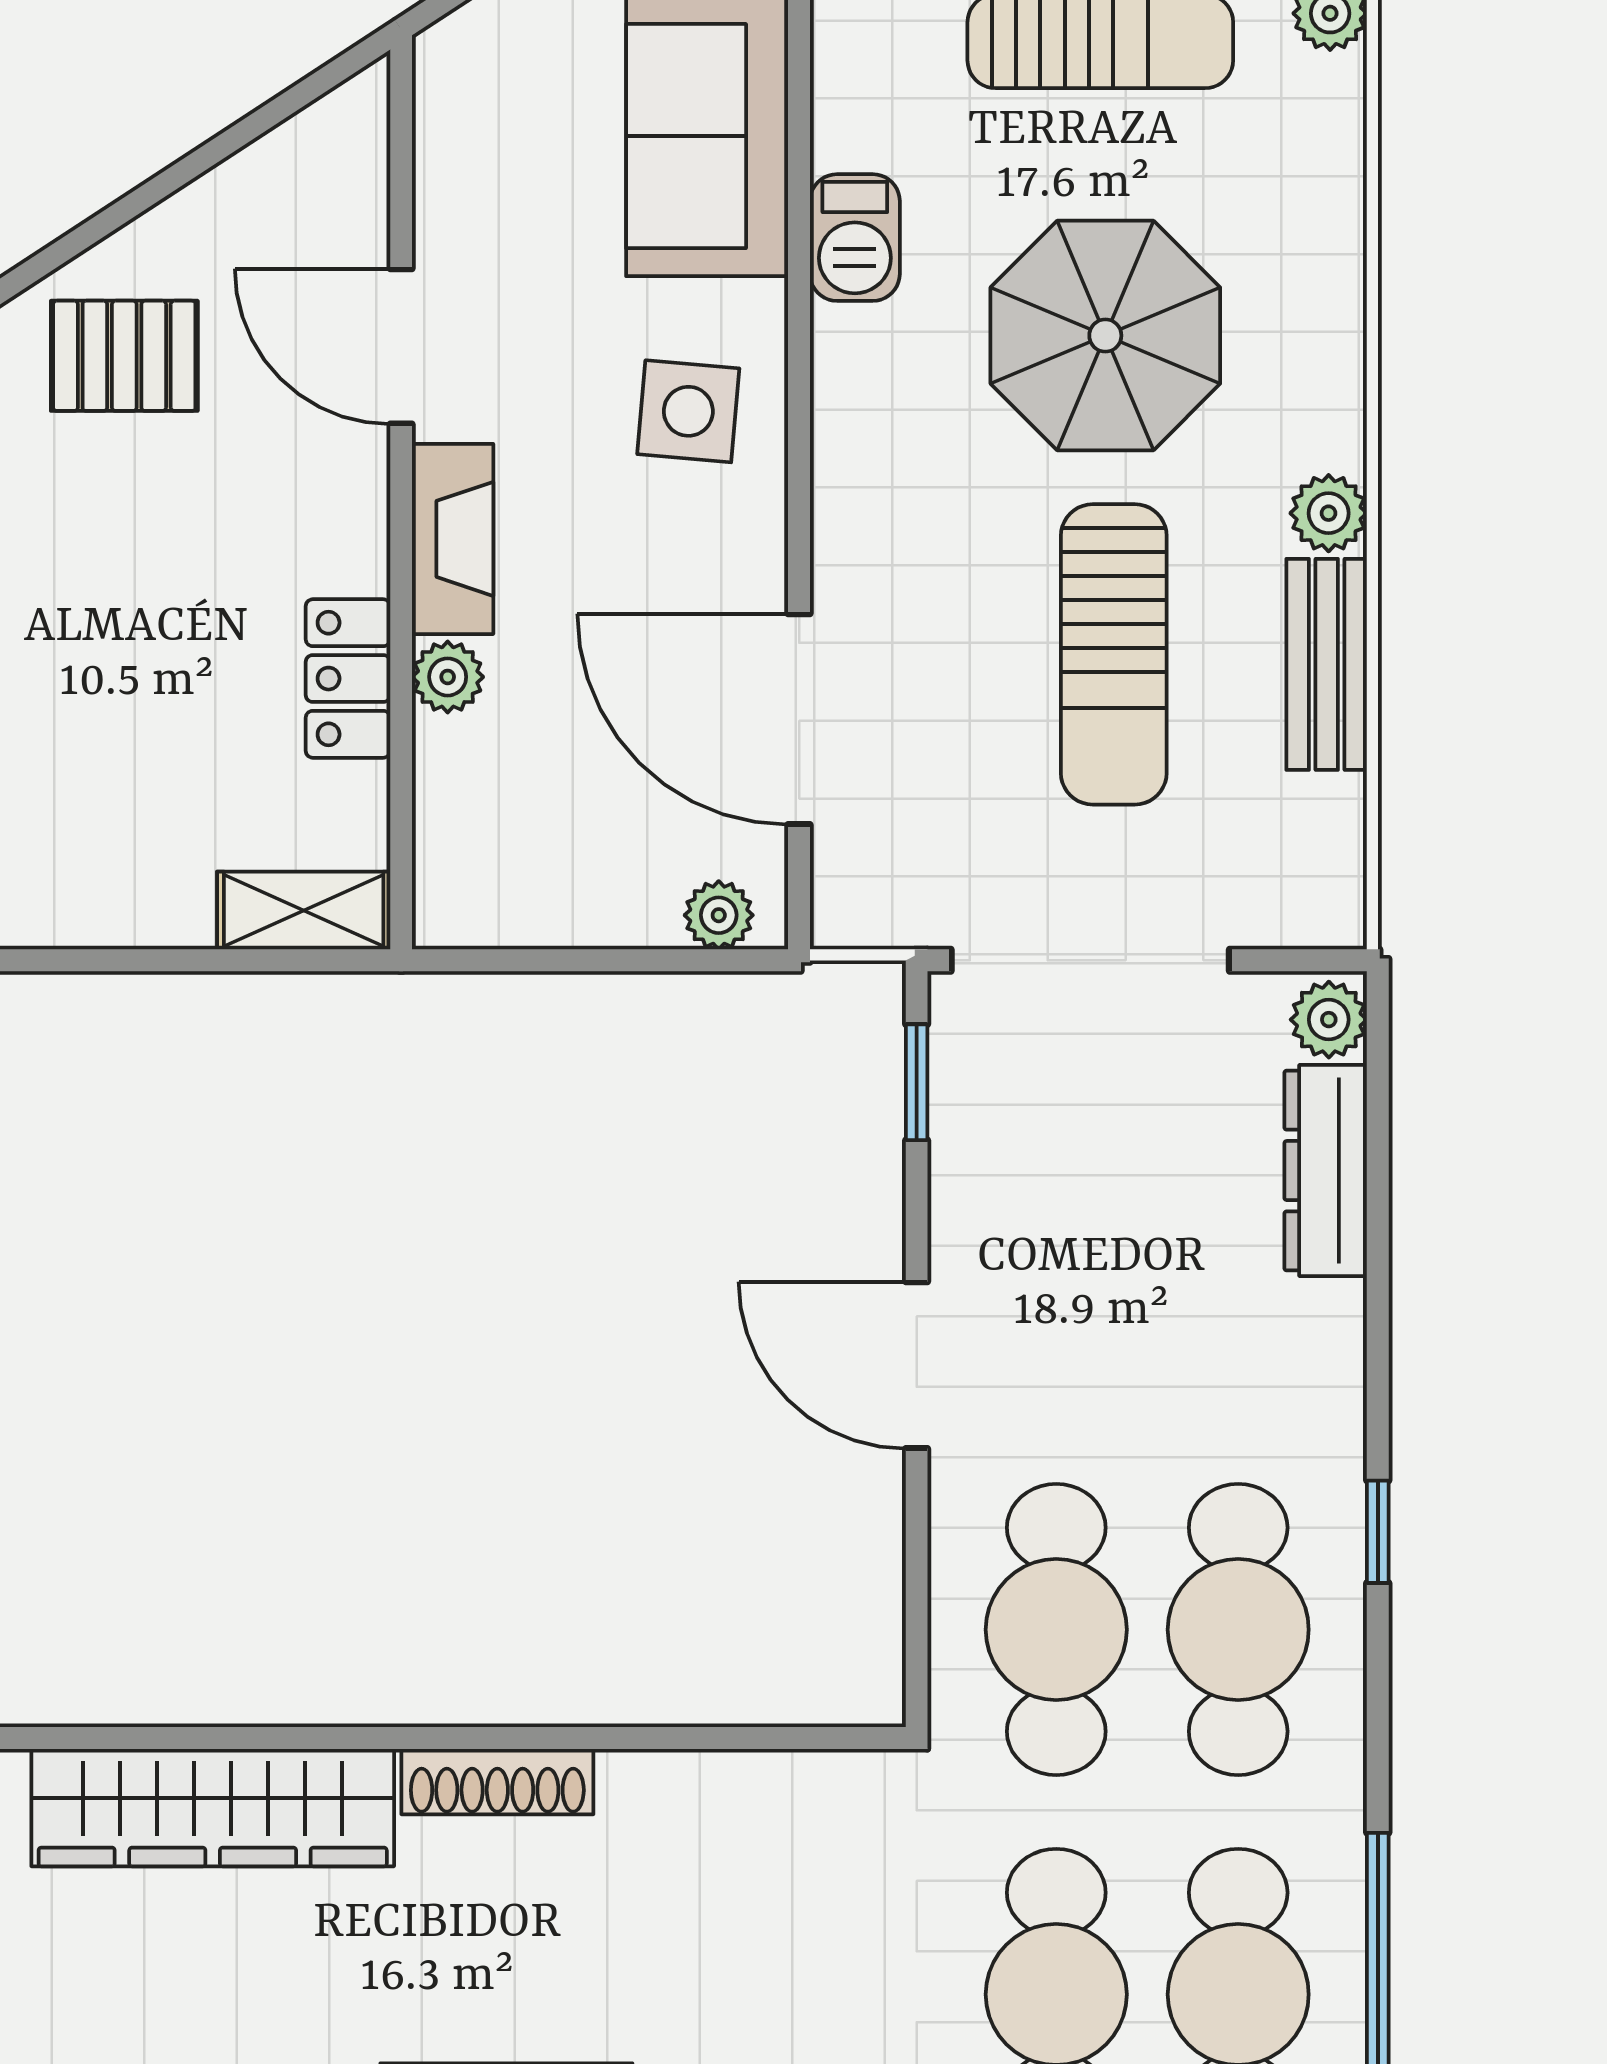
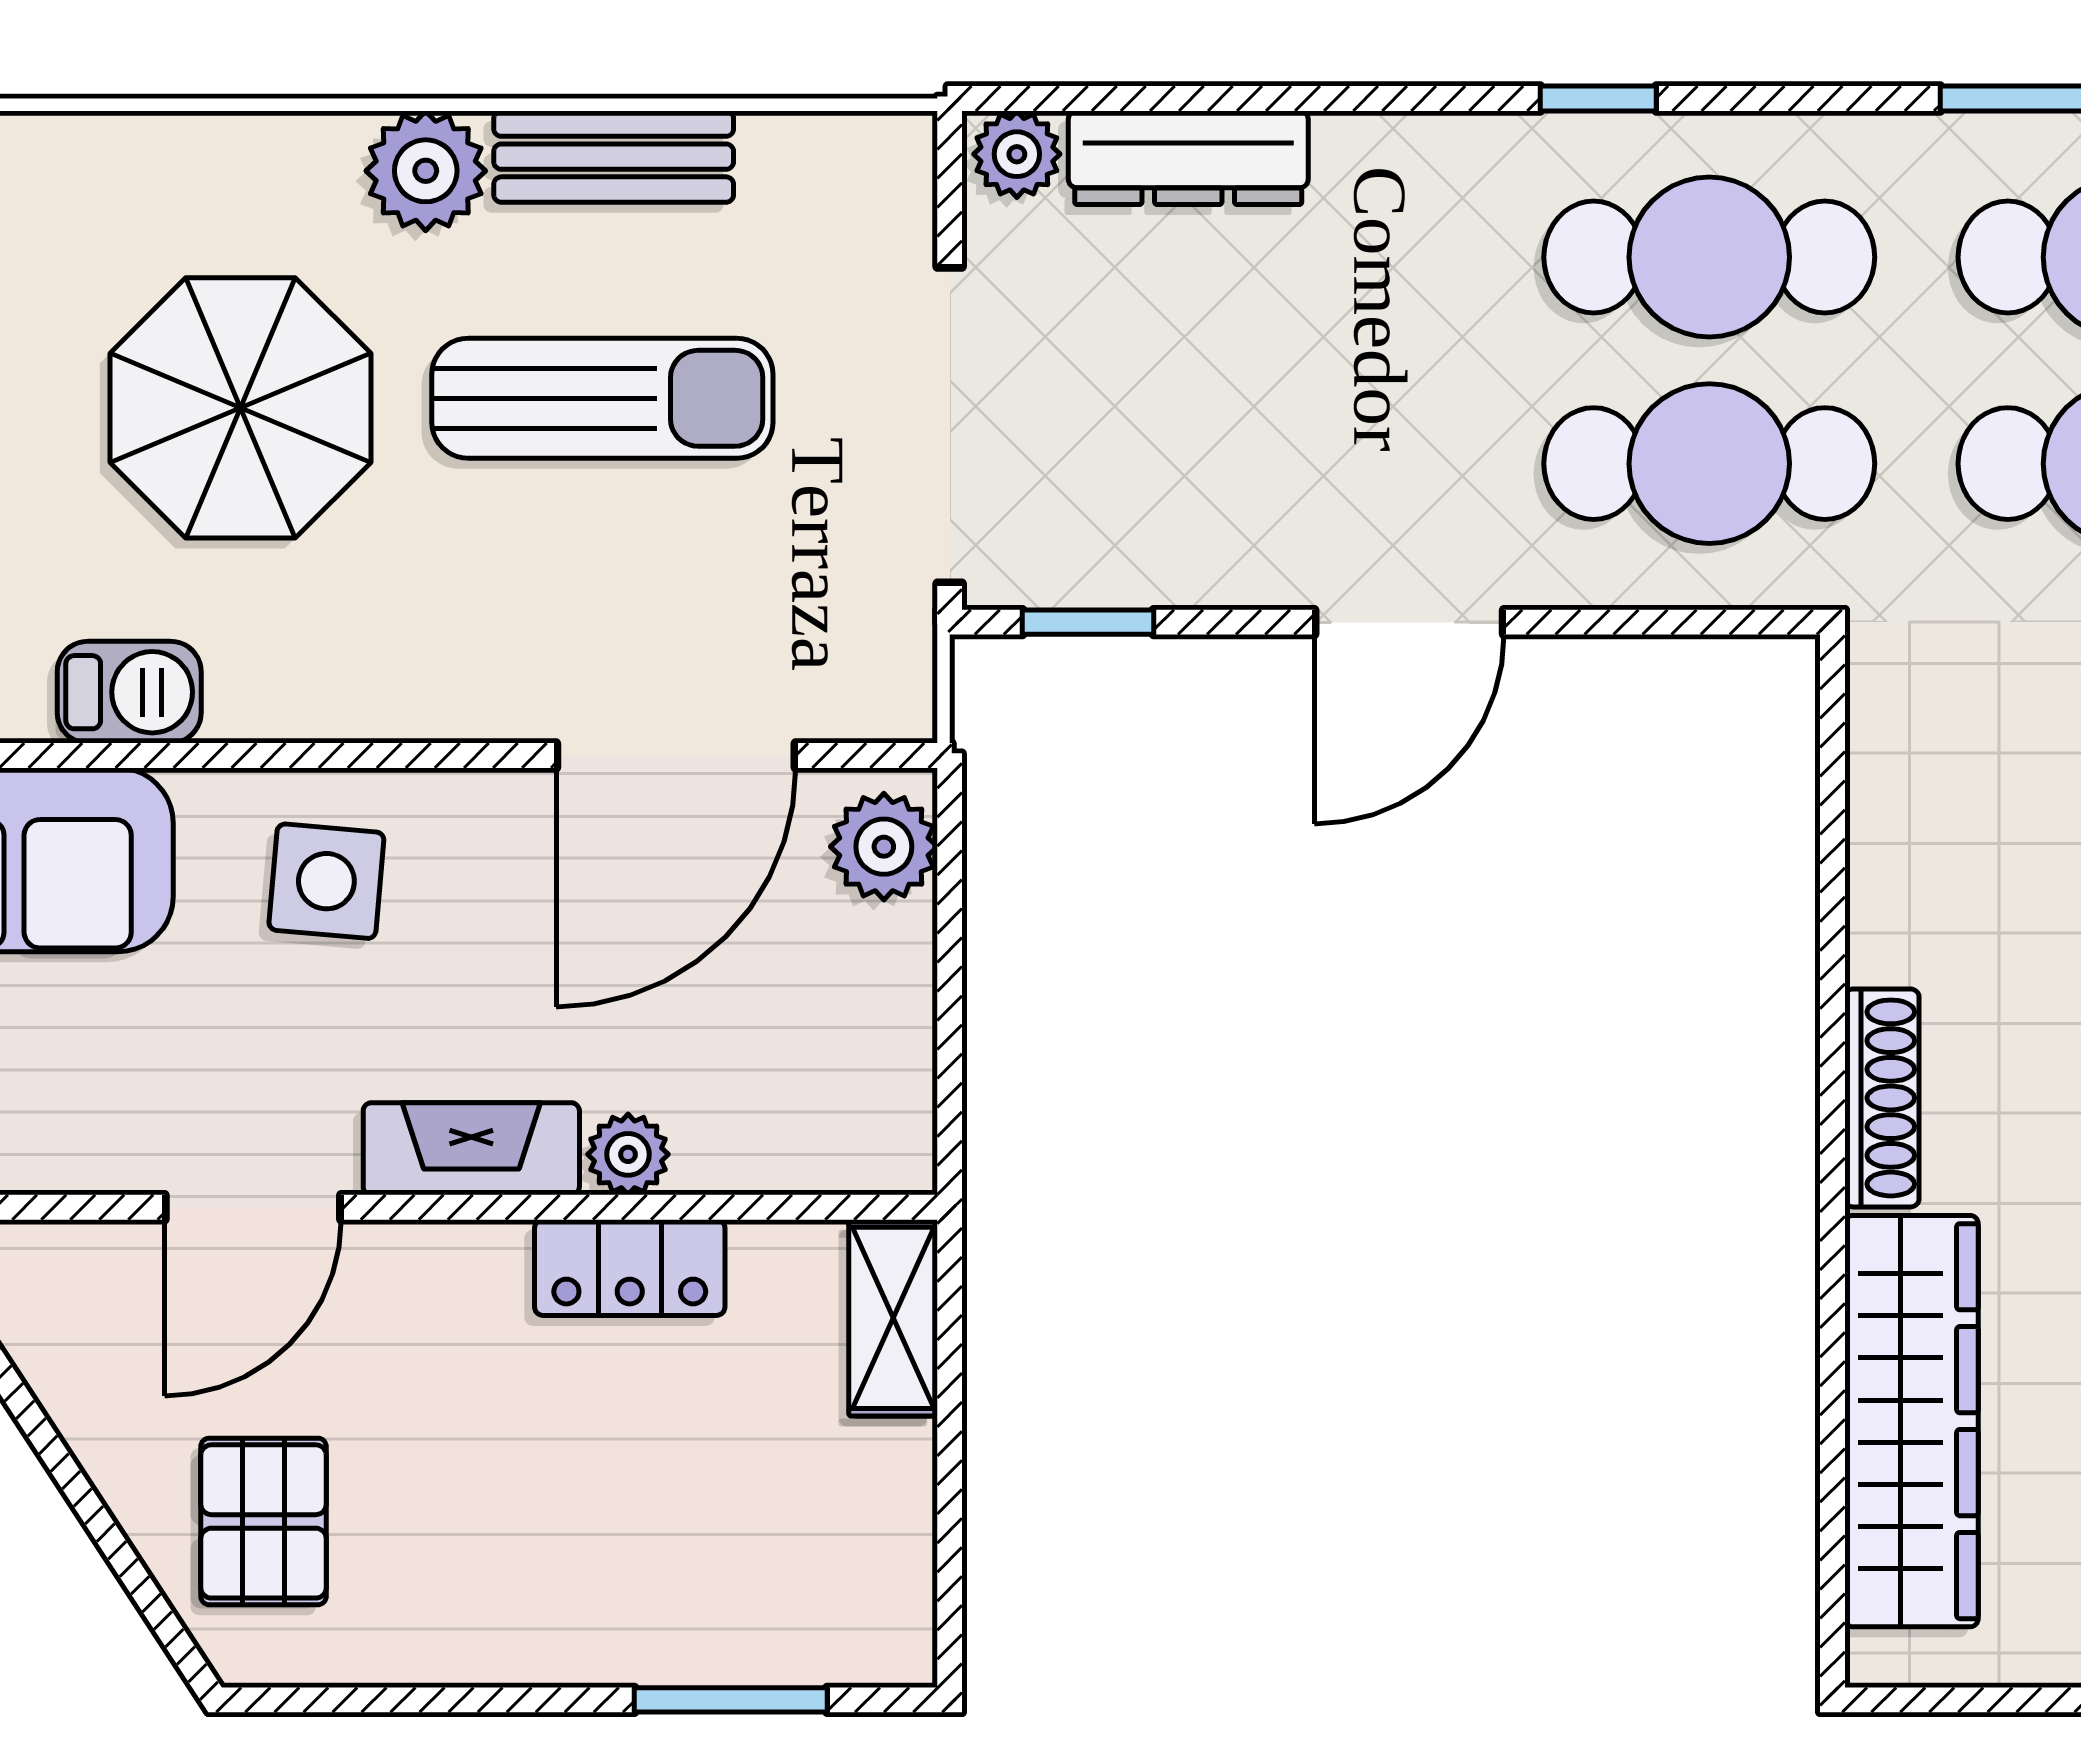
plant: (1329, 513) -> (426, 171), width x1.38, depth x1.38
plant: (719, 915) -> (884, 847), width x1.38, depth x1.38

